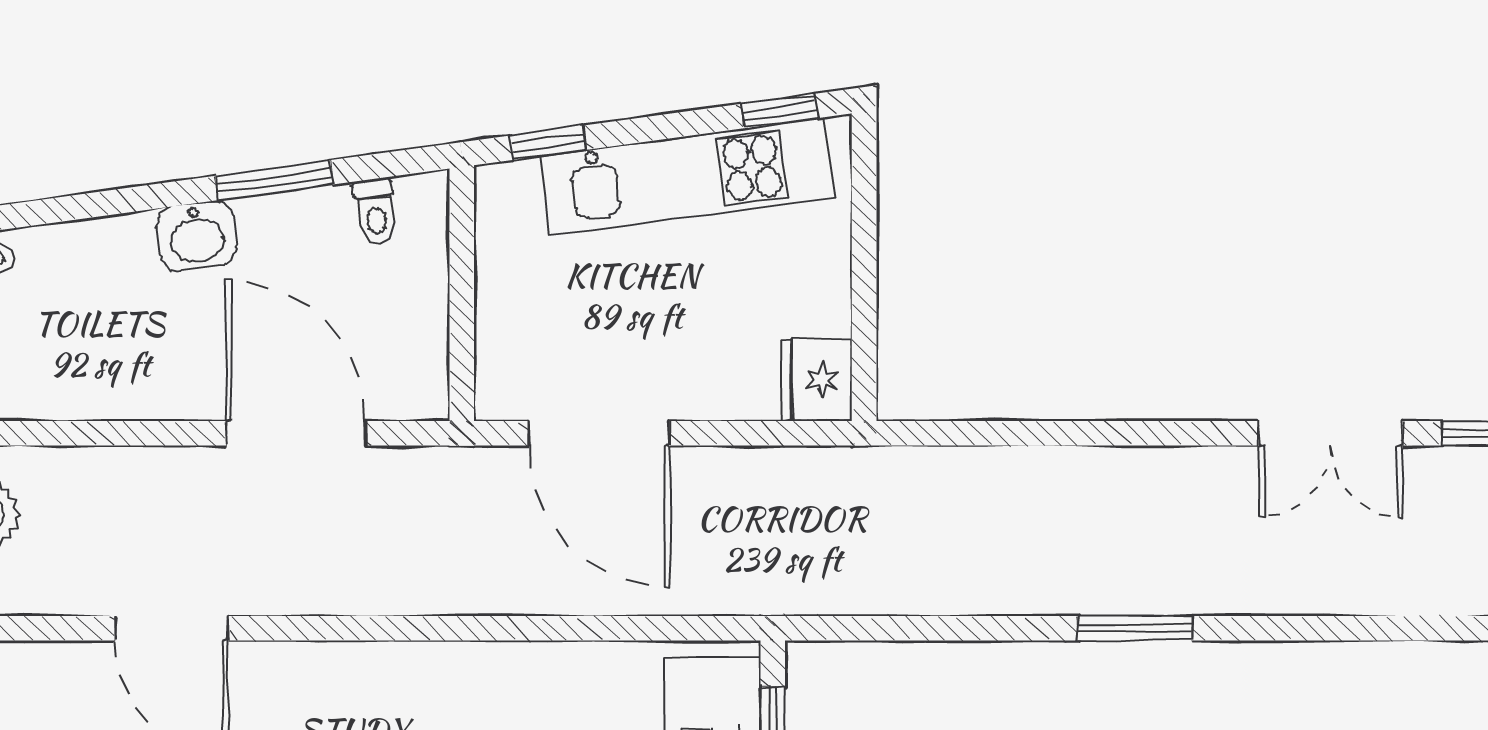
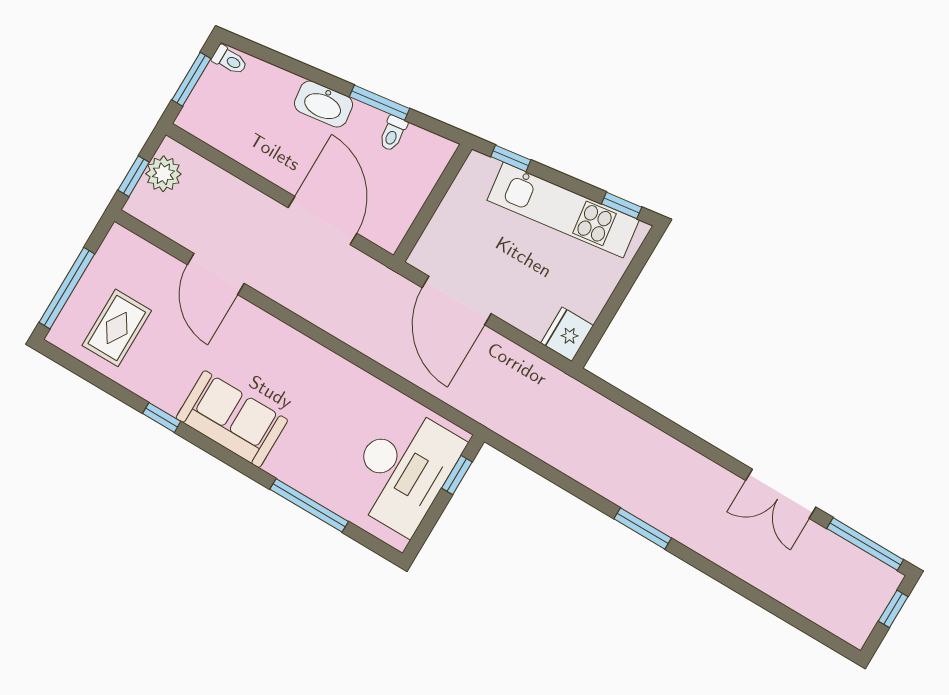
toilet: (375, 212) -> (393, 133), moved
washbasin: (197, 236) -> (324, 104), width x1.38

